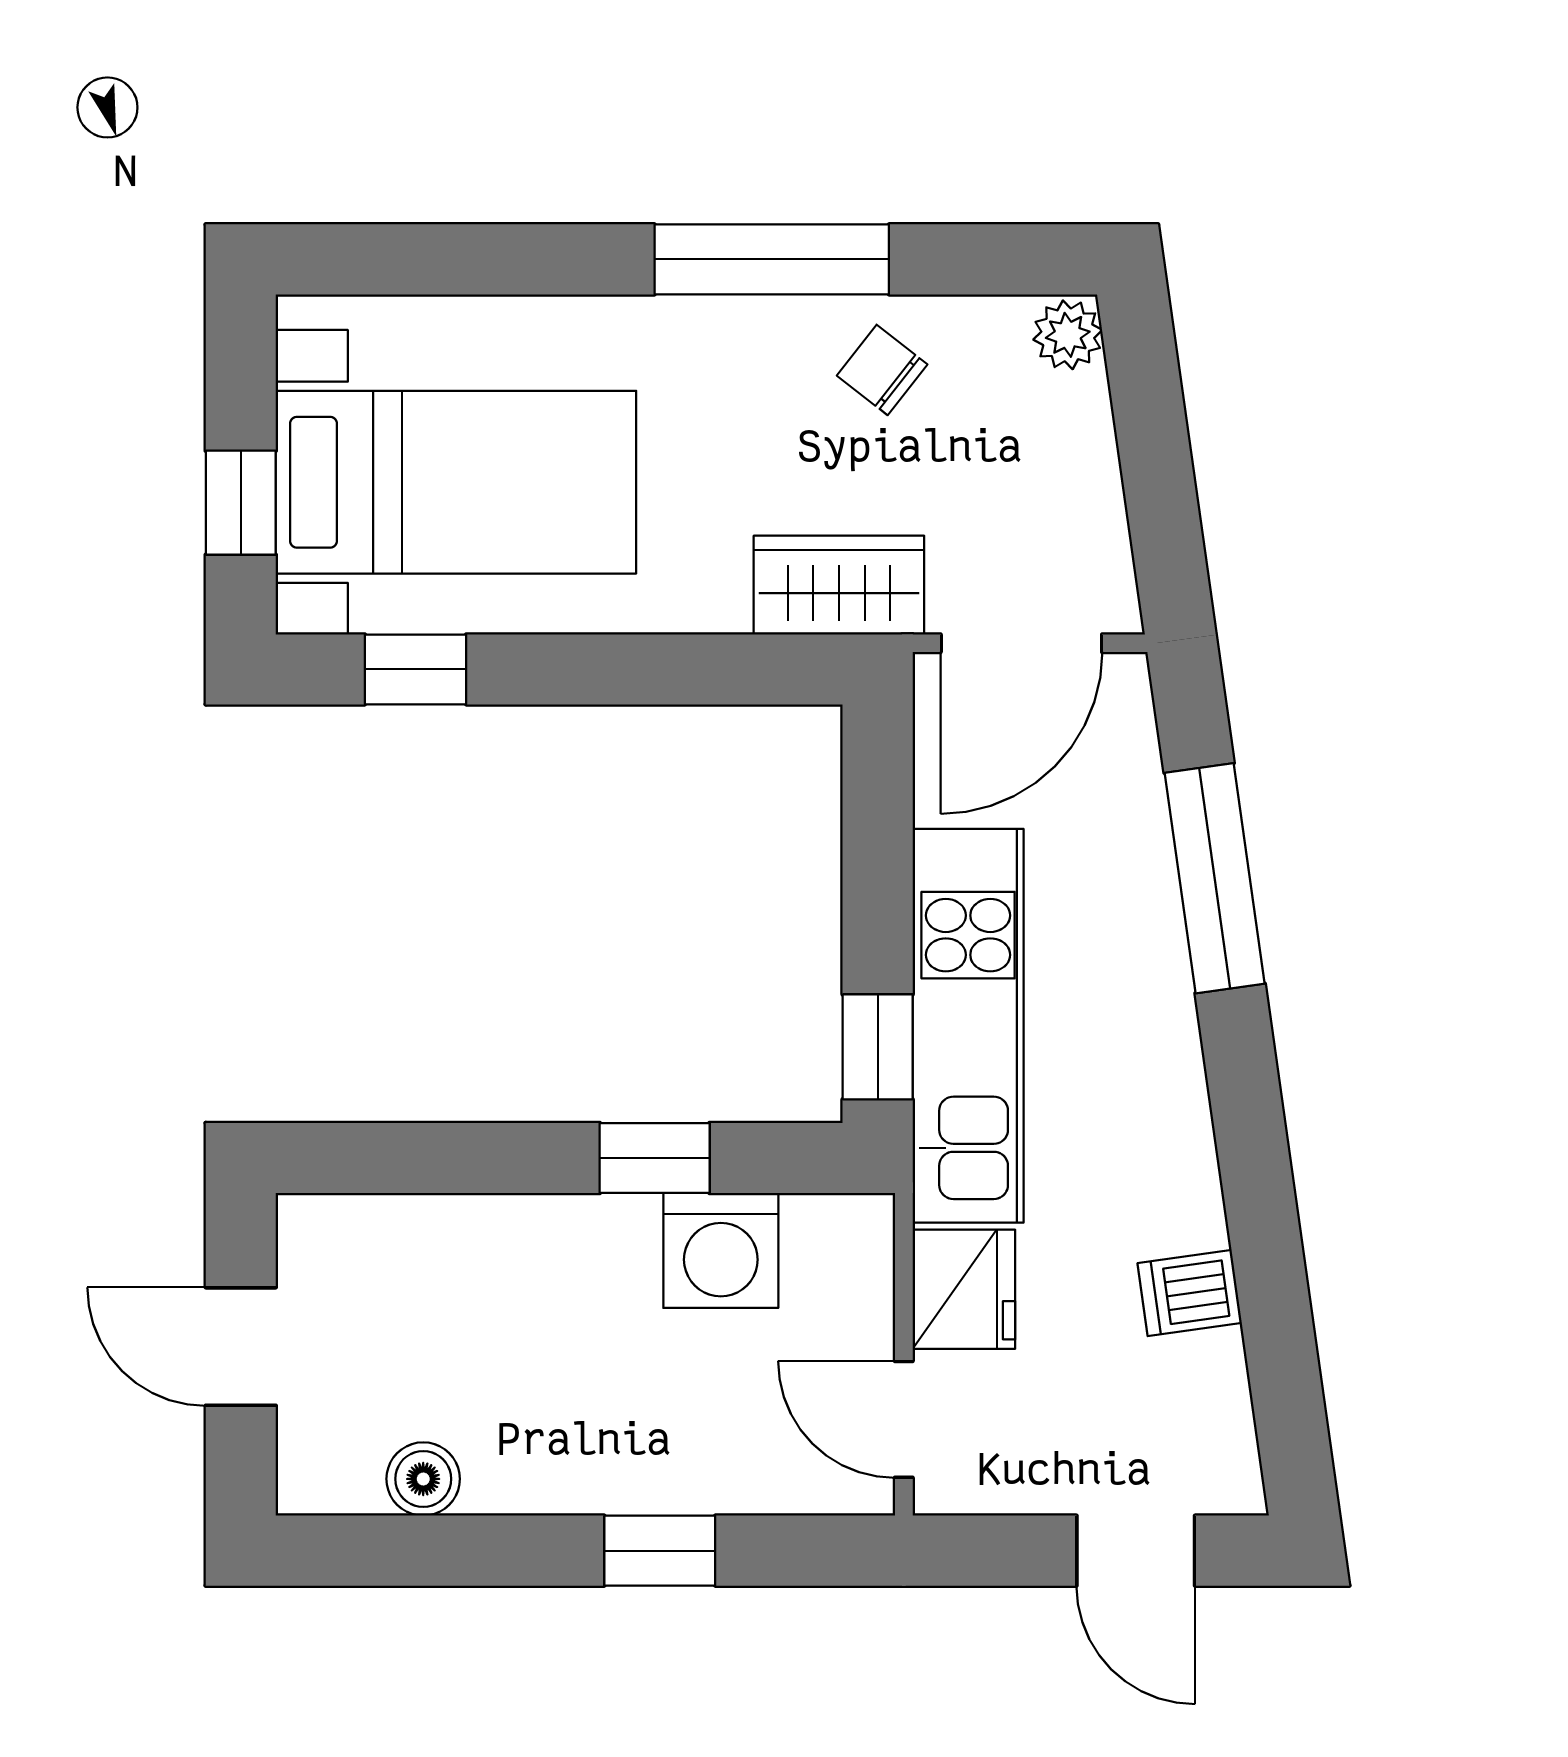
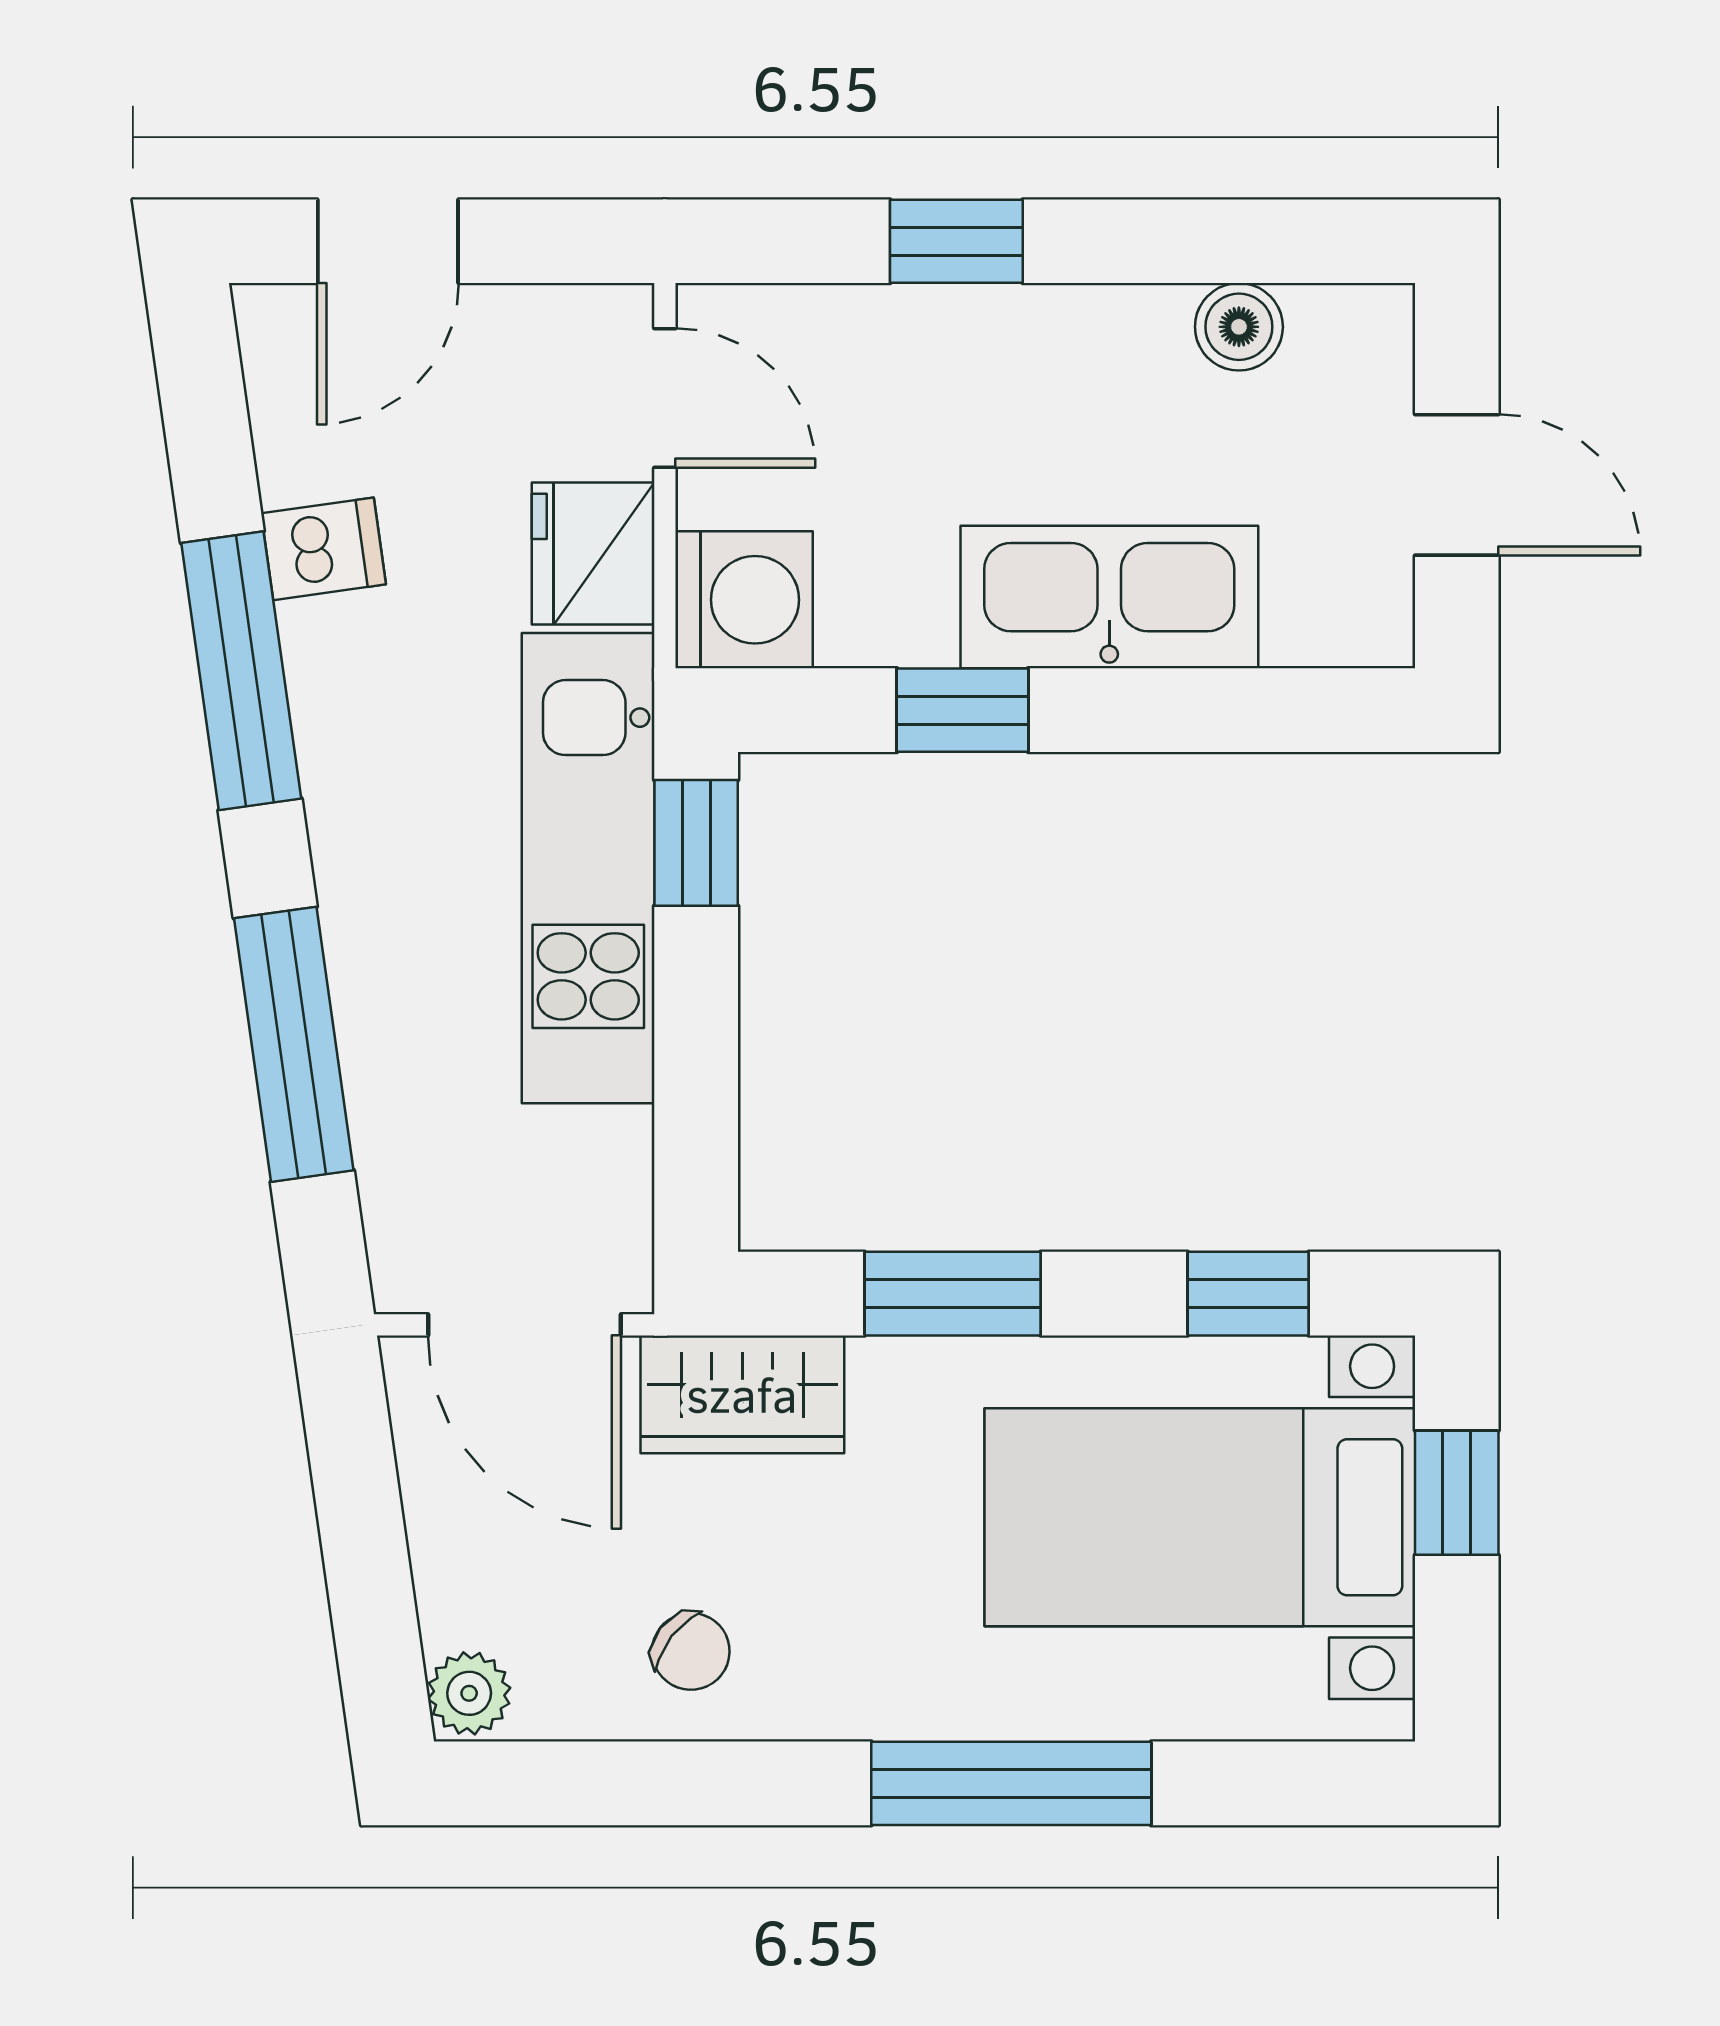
window: (772, 259) -> (1011, 1783), moved
door: (1021, 643) -> (524, 1325), swing flipped
window: (663, 669) -> (953, 1294), added
window: (1259, 1191) -> (241, 671), added
washing machine: (721, 1250) -> (744, 600), moved, turned 90
kitchen sink: (532, 1253) -> (1109, 597), added
door: (1136, 1551) -> (388, 241), swing flipped

